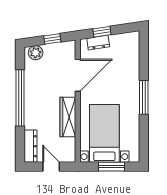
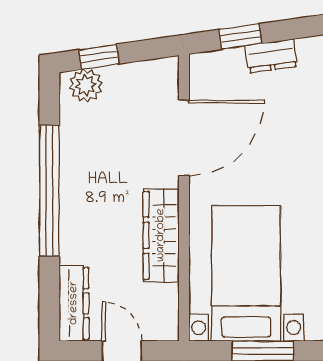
window: (52, 39) -> (99, 57), moved
dresser: (98, 43) -> (271, 56), moved

